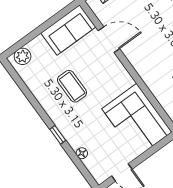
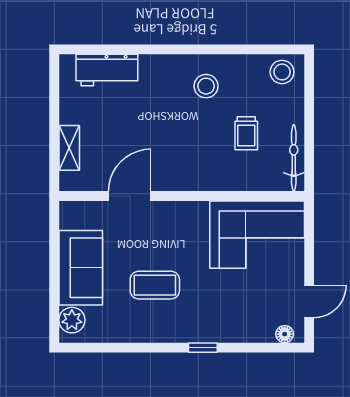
sofa: (68, 30) -> (81, 268), moved
floor lamp: (82, 153) -> (285, 334), moved

